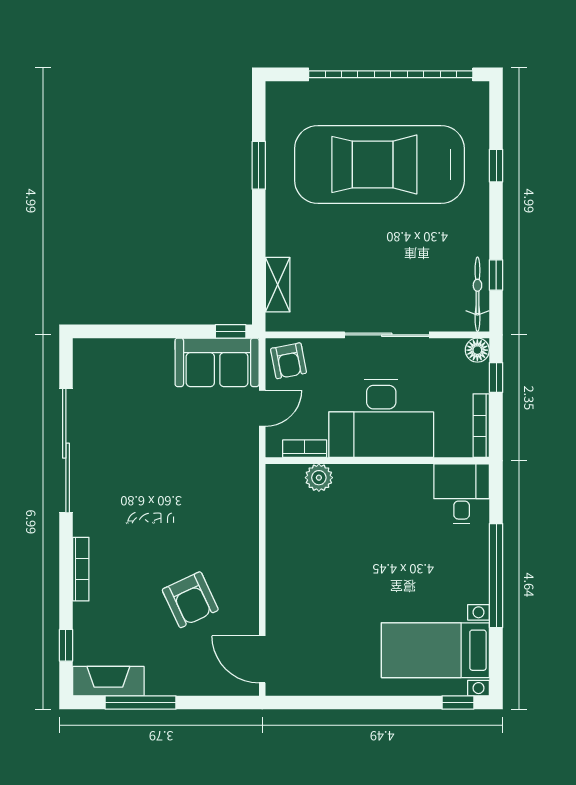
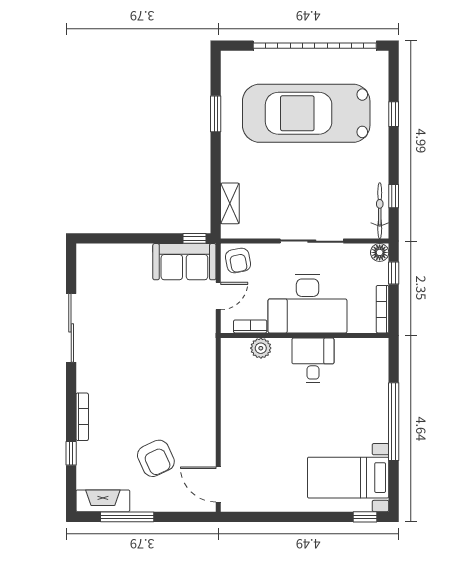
sliding door: (66, 451) -> (71, 328), width x0.73
desk: (462, 494) -> (313, 360), moved
armchair: (190, 600) -> (156, 458), moved
window: (66, 645) -> (71, 453), moved

